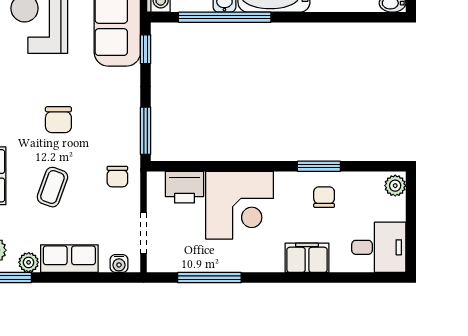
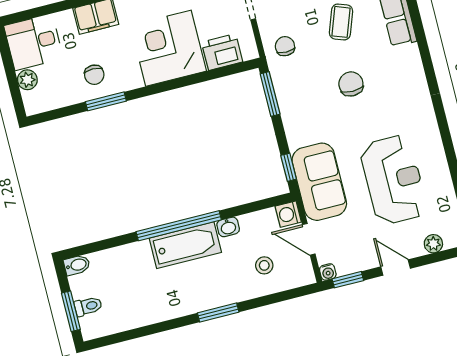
window: (225, 17) -> (179, 226), moved
plant: (395, 186) -> (27, 80), moved

